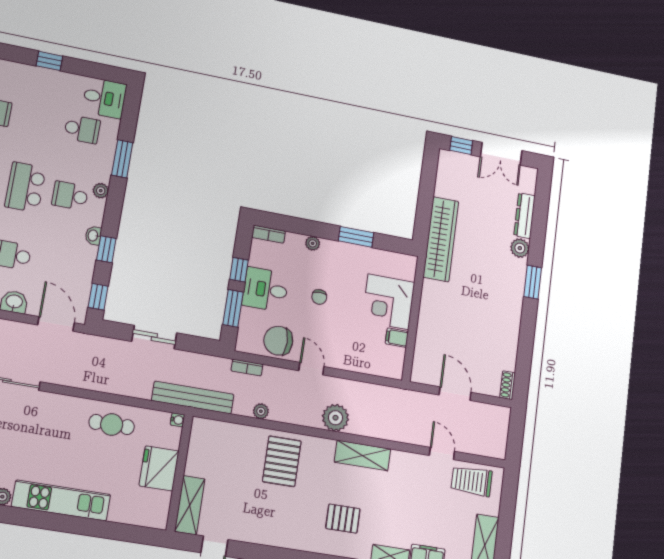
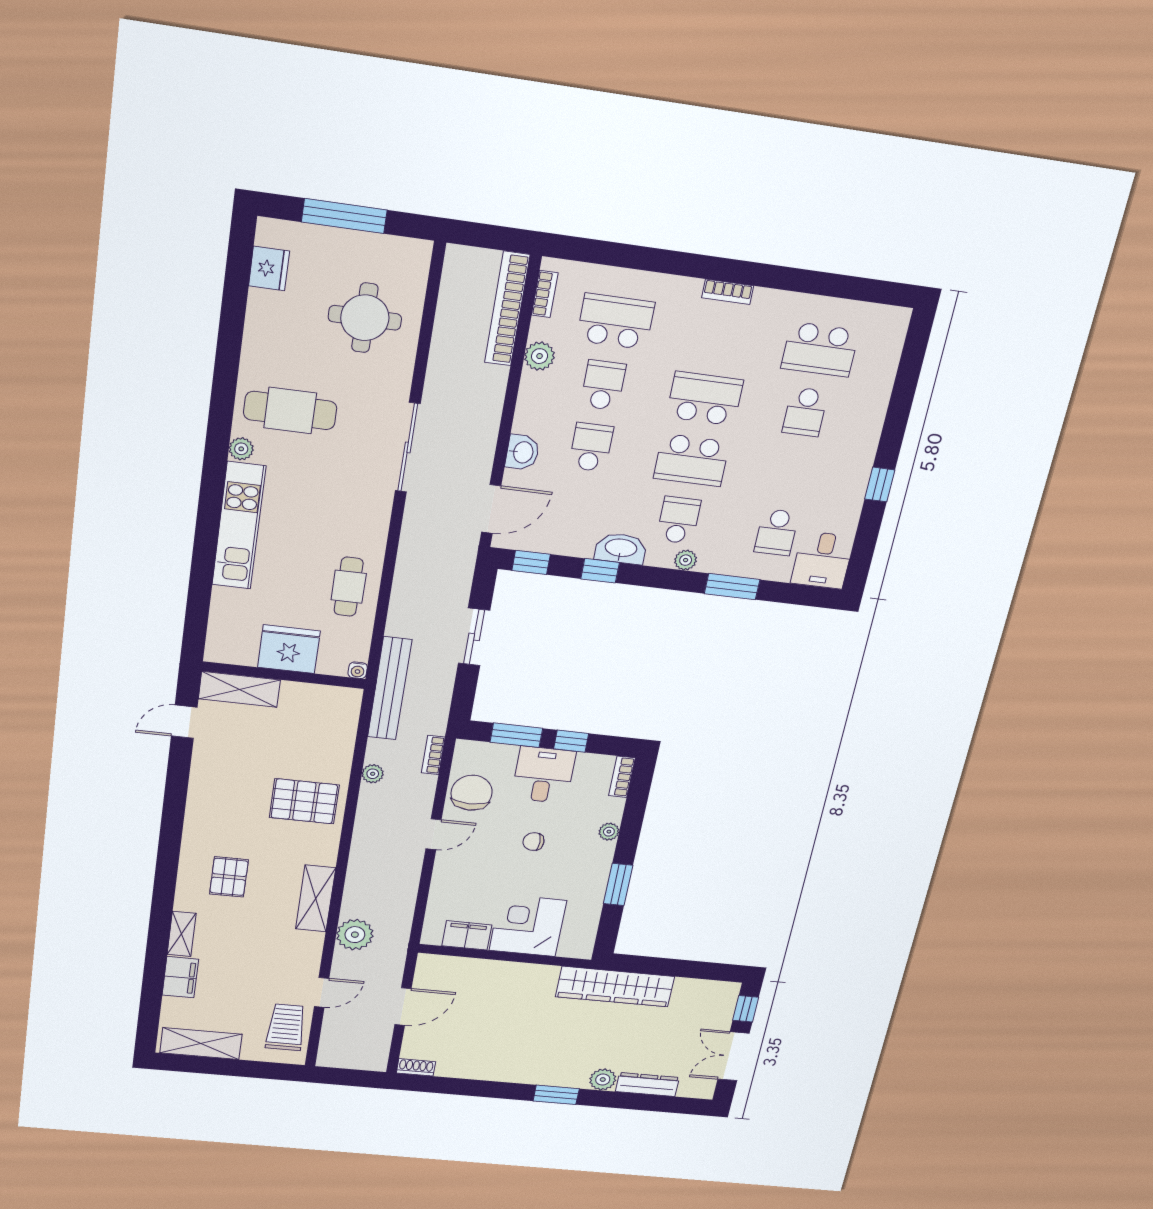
school desk: (25, 187) -> (692, 460), turned 180
washbasin: (93, 236) -> (621, 549), width x1.91, depth x1.45
filing cabinet: (397, 338) -> (467, 935), width x2.00
plant: (335, 418) -> (355, 935), moved

